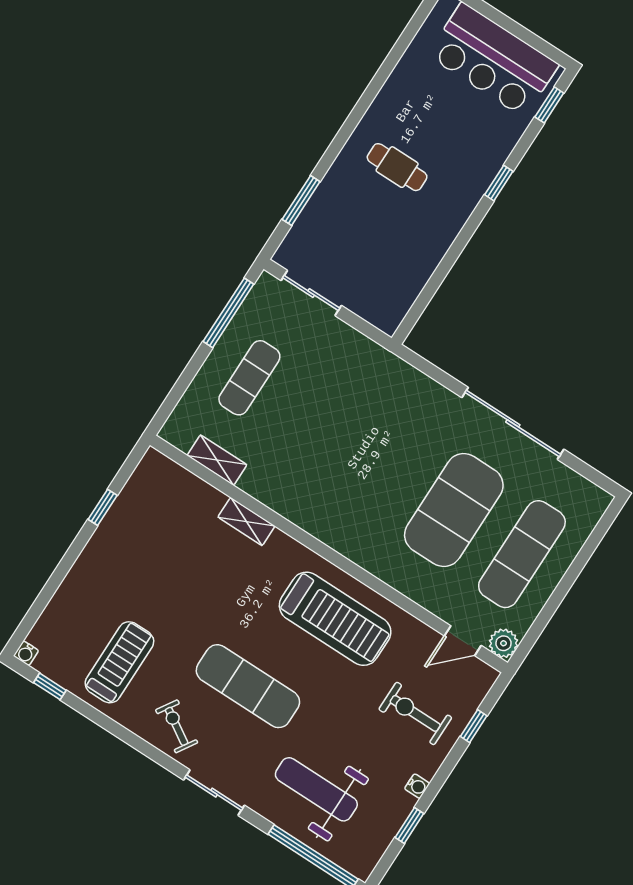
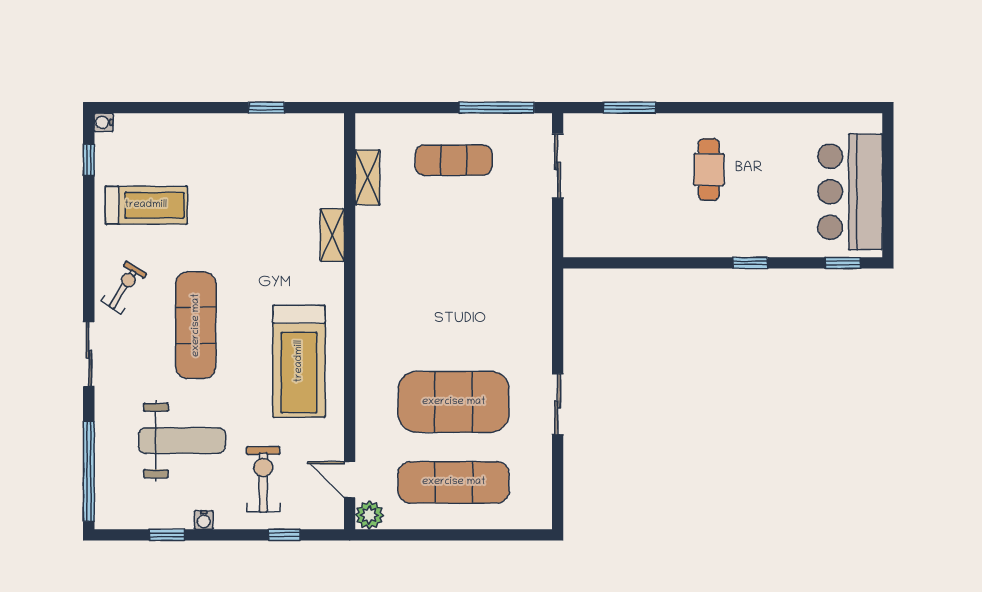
sliding door: (513, 423) -> (558, 404), width x0.54
weight bench: (316, 789) -> (182, 440), moved, turned 90

